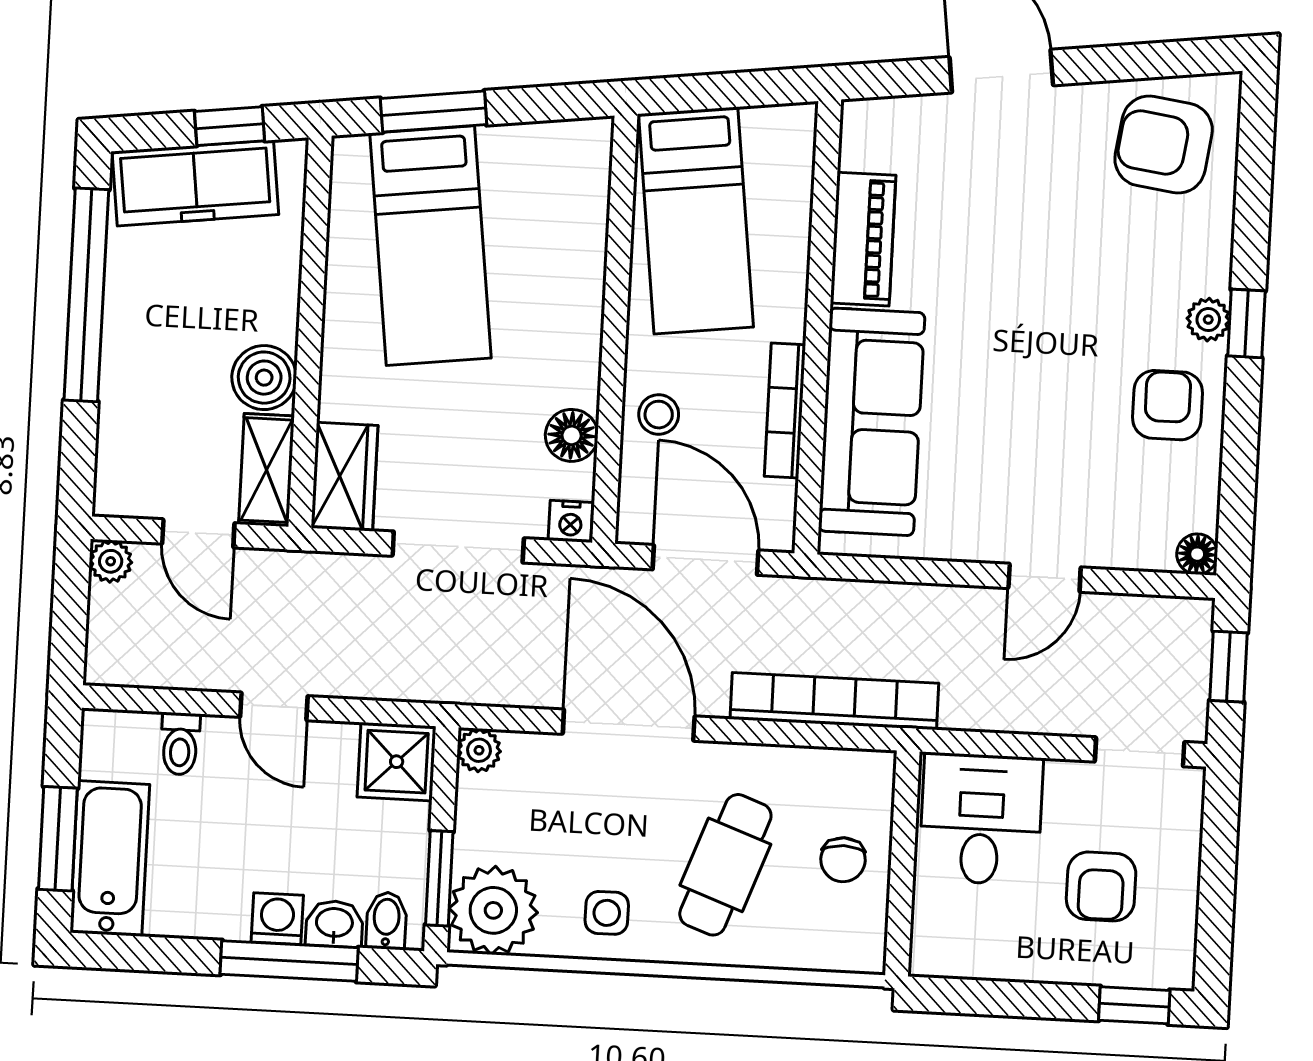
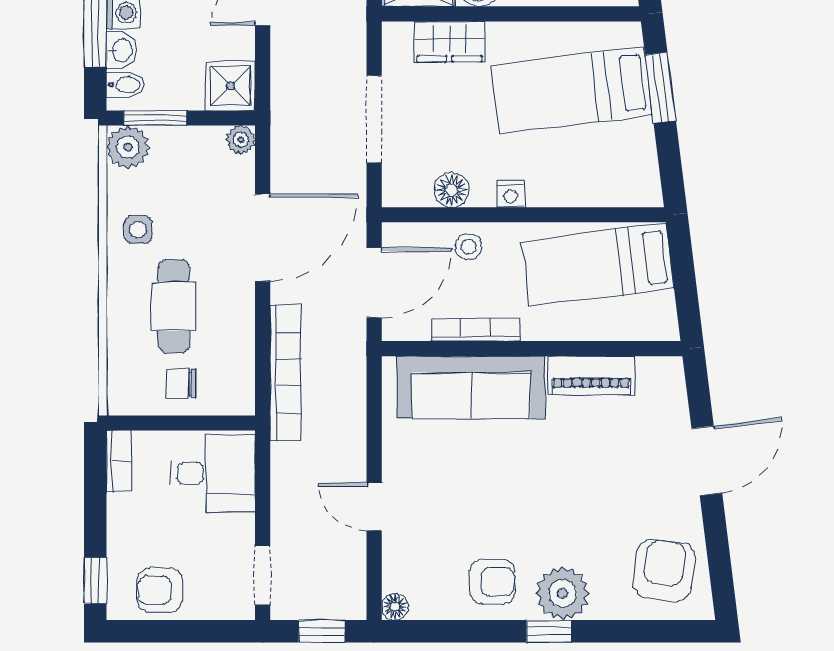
plant: (1208, 320) -> (563, 593), width x1.88, depth x1.88
wardrobe: (345, 477) -> (449, 42), moved
nightstand: (571, 521) -> (511, 194), moved, turned -90
cafe table: (725, 865) -> (174, 306), turned 70
armchair: (1101, 886) -> (160, 590), moved
plant: (493, 910) -> (128, 147), width x0.73, depth x0.73
bookcase: (955, 960) -> (119, 461), added

